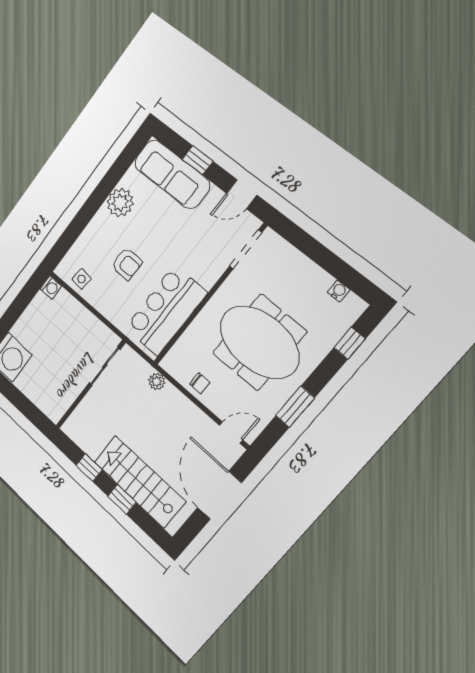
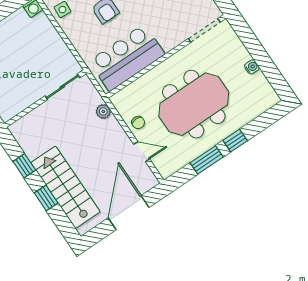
water cooler: (339, 291) -> (252, 67), moved
meeting table: (259, 342) -> (194, 104), turned 90
window: (349, 343) -> (235, 141), moved
door: (231, 433) -> (142, 152), moved

